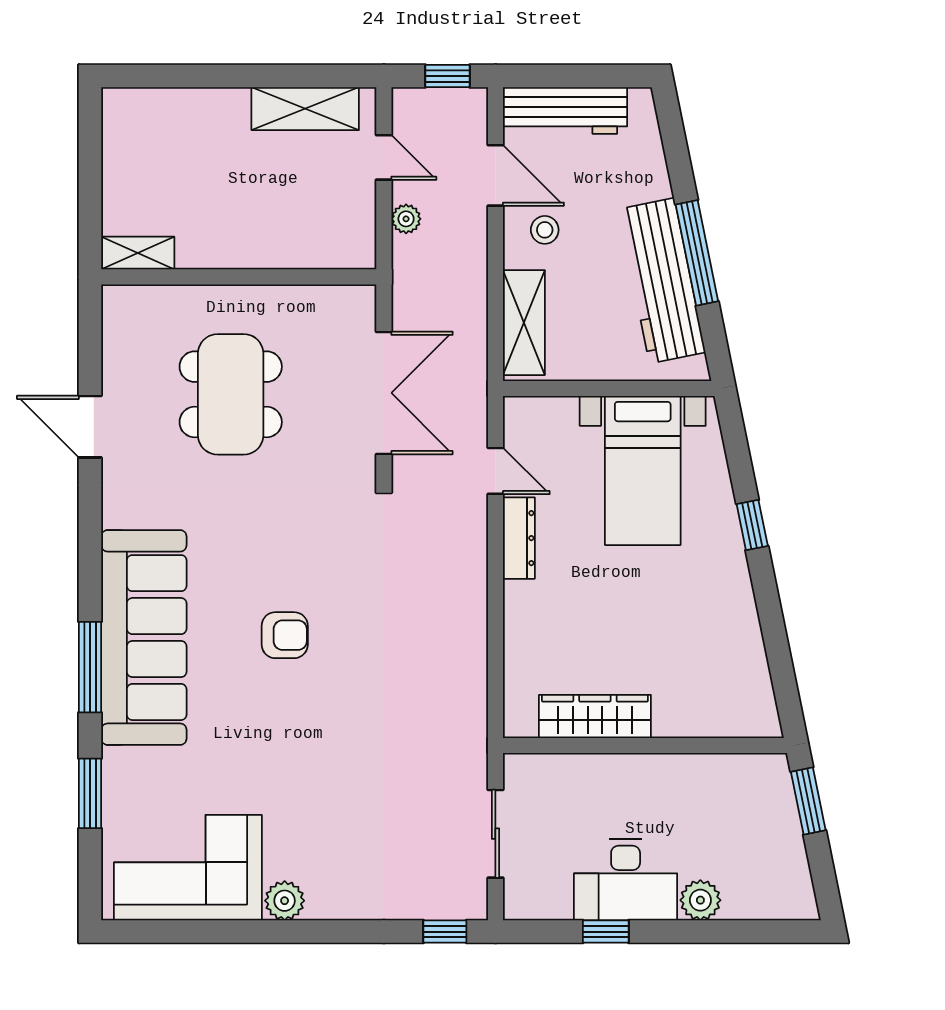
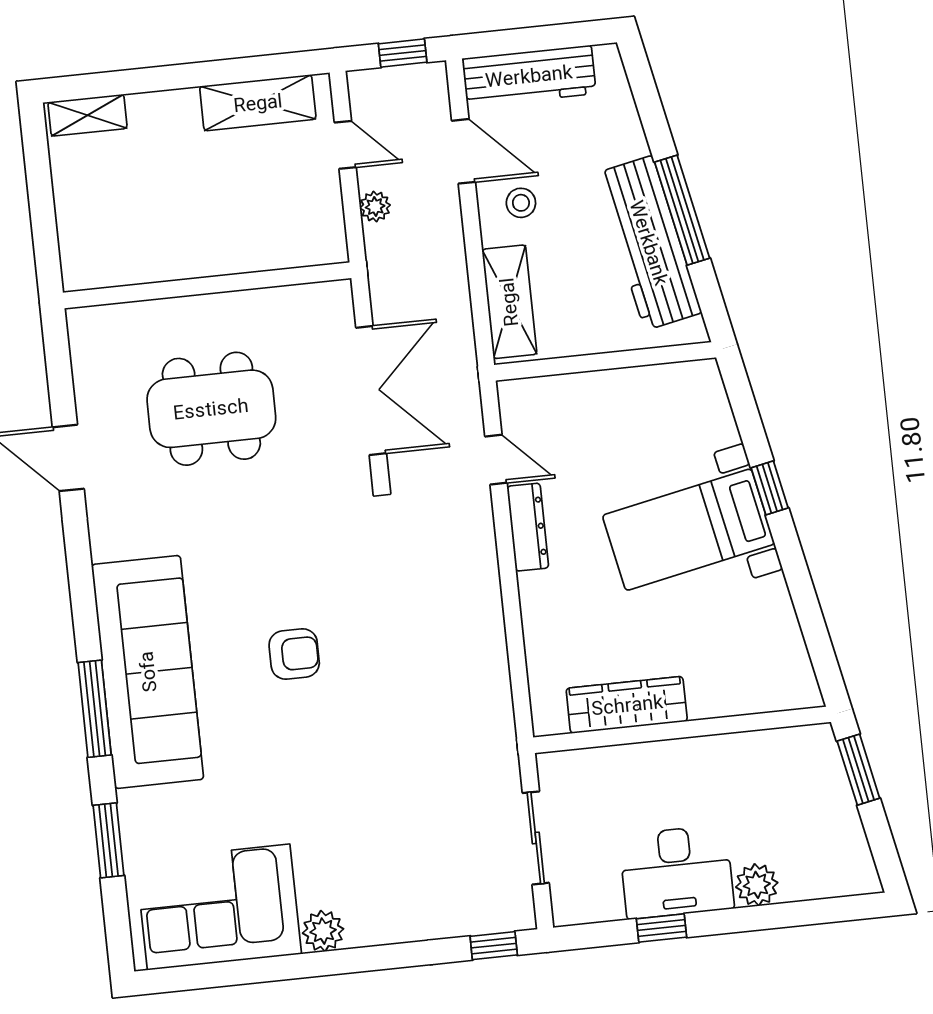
shelving: (138, 253) -> (87, 115), moved
dining table: (231, 394) -> (211, 409), turned 90
bed with nightstands: (643, 471) -> (689, 530), moved, turned 79

